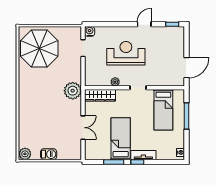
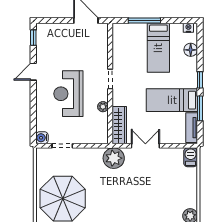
door: (144, 24) -> (33, 72), hinge flipped
bed: (163, 110) -> (158, 48), moved, turned 90
double door: (83, 128) -> (145, 146), moved
barbecue: (49, 154) -> (191, 157), moved
floor lamp: (162, 154) -> (191, 50), added
tv unit: (143, 155) -> (192, 128), moved

